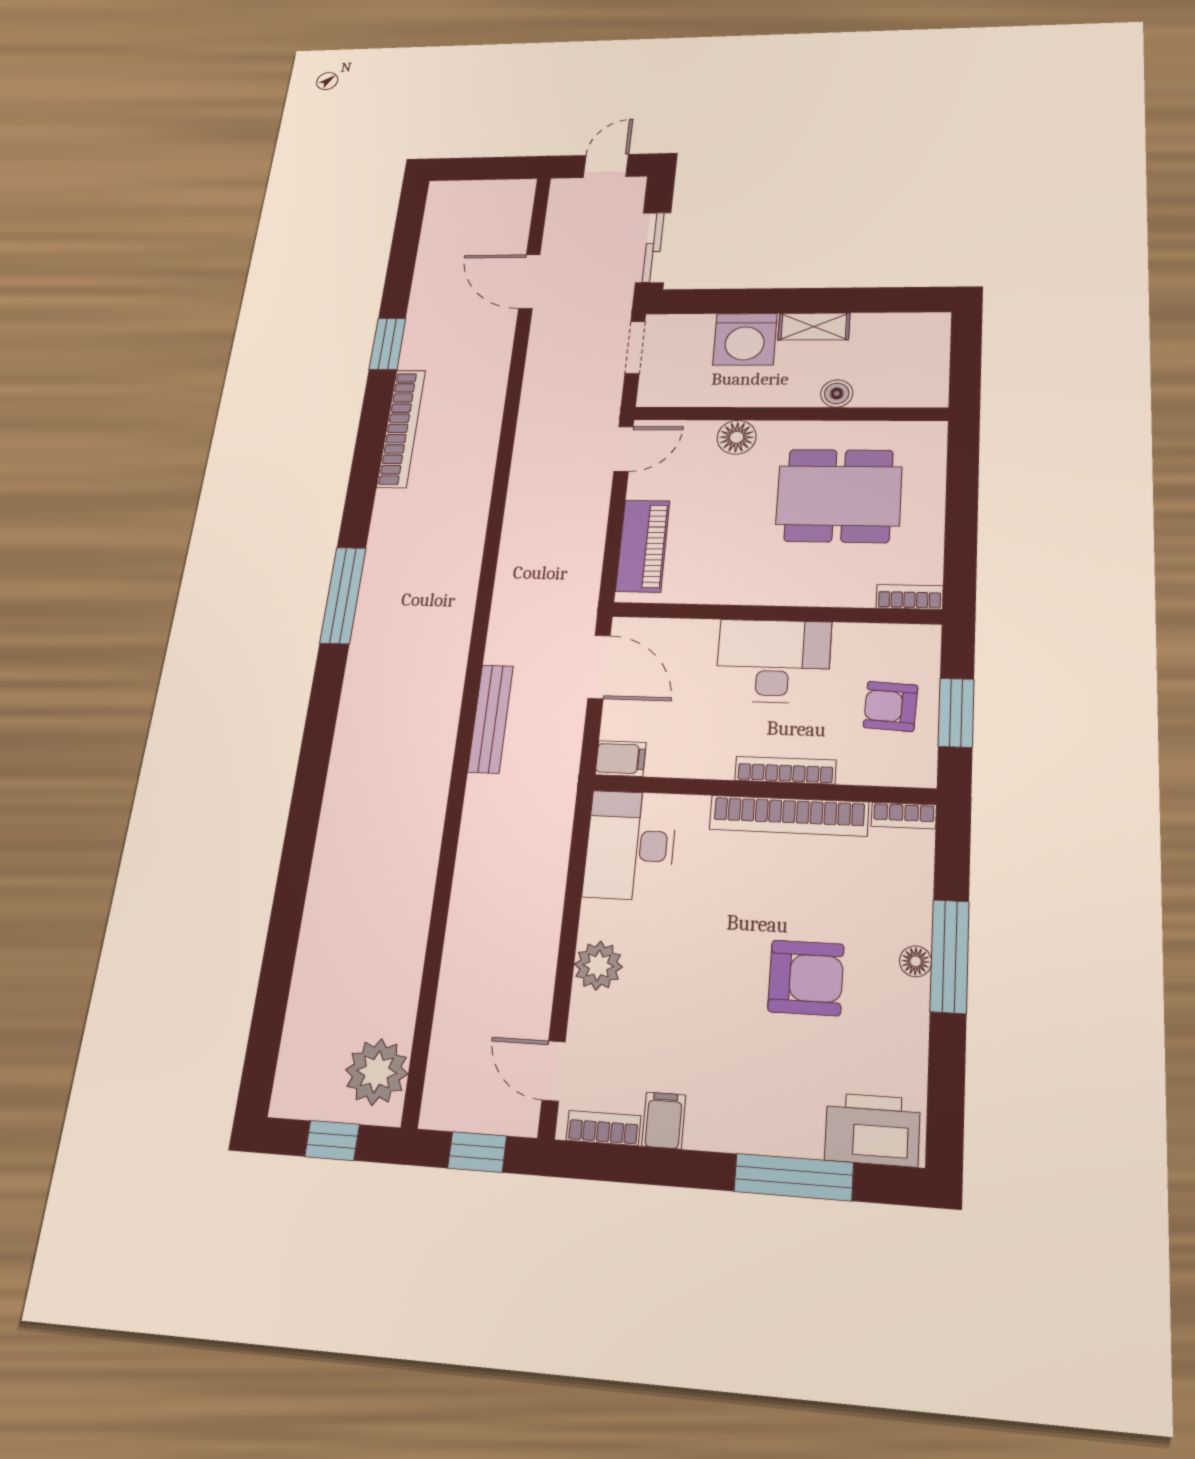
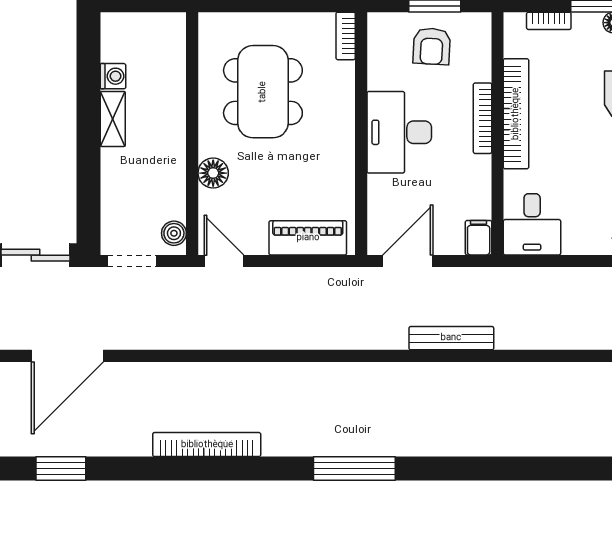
door: (529, 281) -> (67, 356), width x1.36
washing machine: (745, 339) -> (113, 76), moved, width x0.53, depth x0.53
window: (387, 344) -> (61, 469), moved
boiler: (837, 394) -> (174, 233), moved
bookcase: (904, 816) -> (549, 21), moved, turned 90
desk: (630, 845) -> (532, 224), width x0.73

